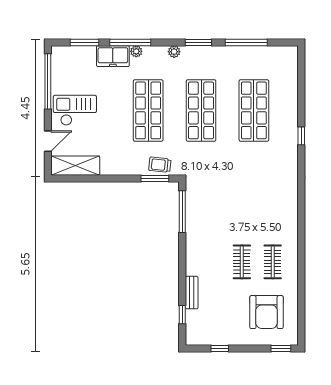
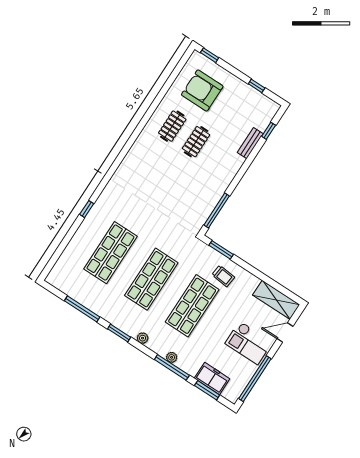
freezer: (113, 56) -> (212, 378), moved
trolley: (160, 165) -> (223, 276), moved
armchair: (267, 312) -> (202, 90), turned -90

